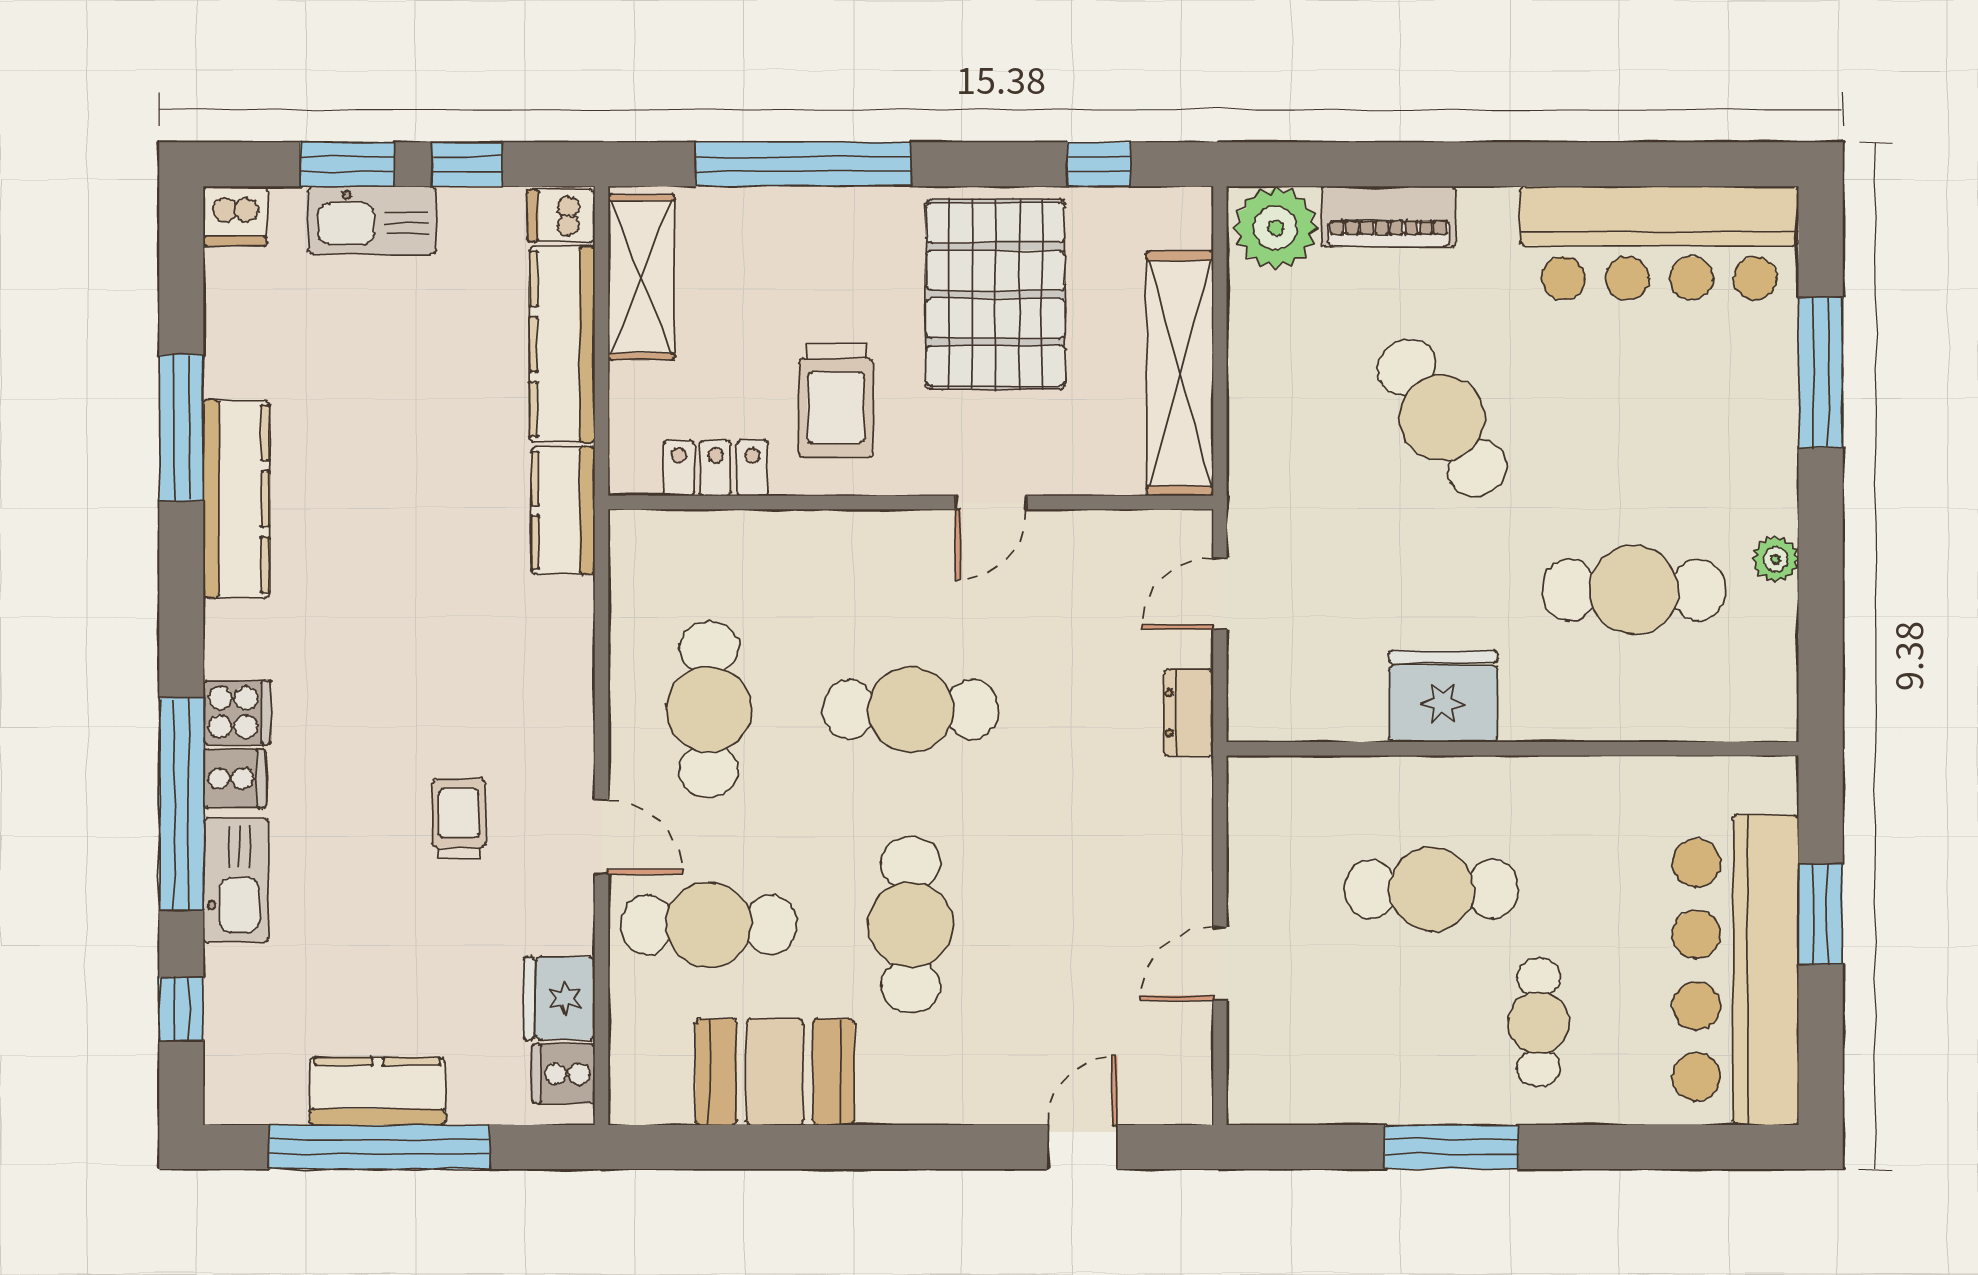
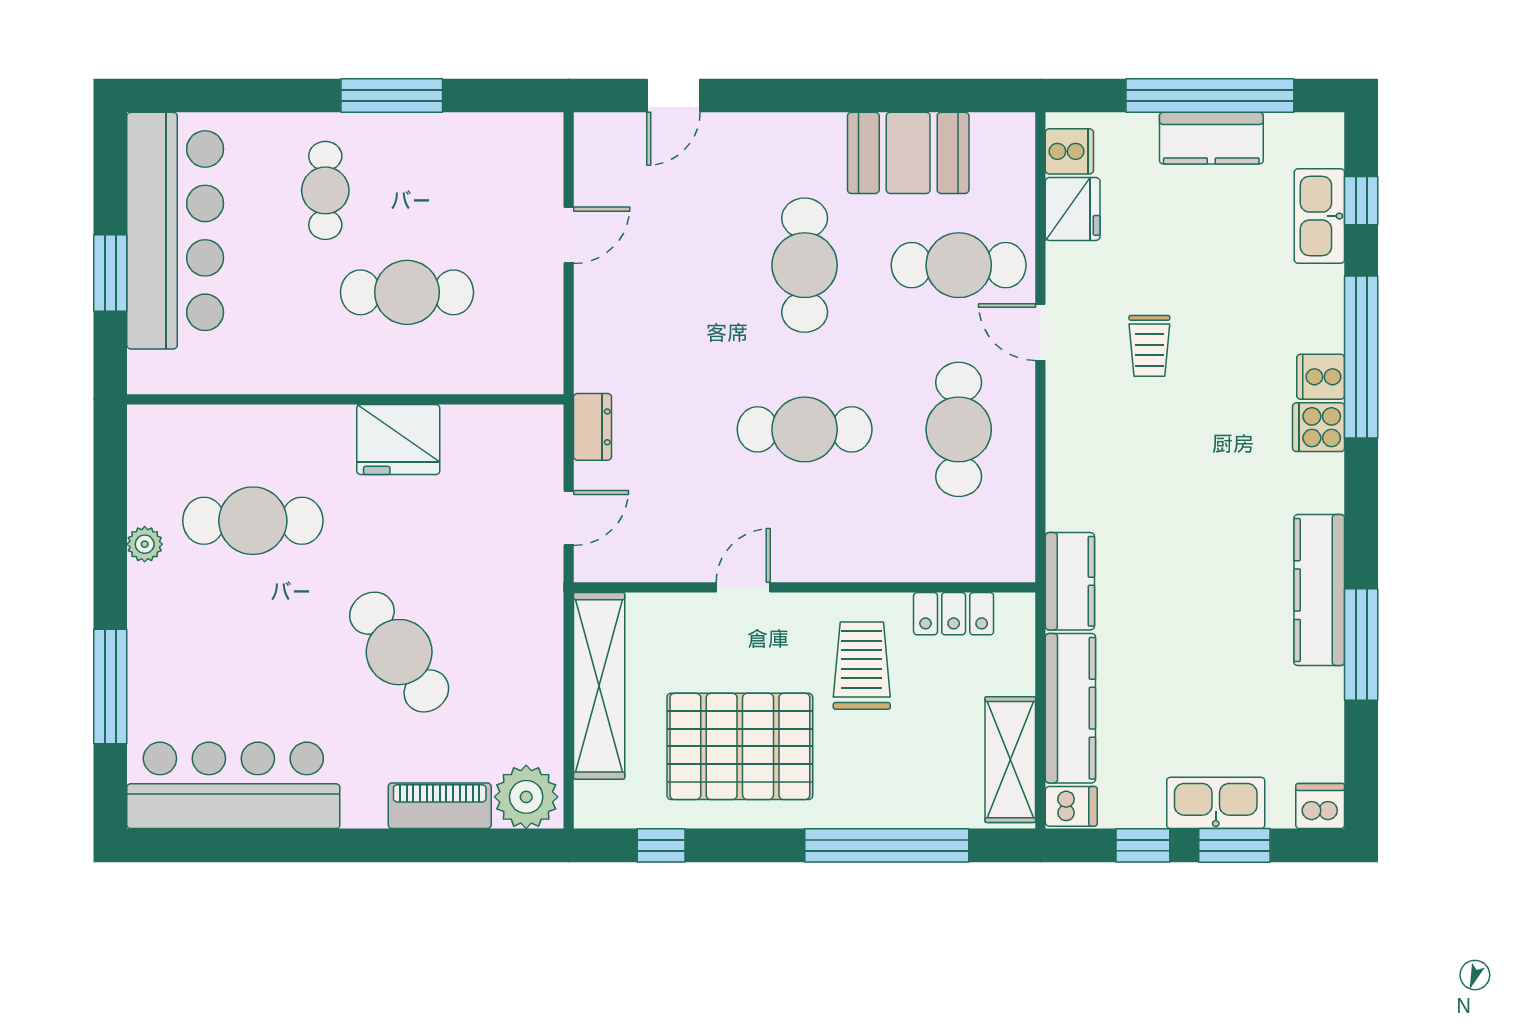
pallet: (996, 294) -> (740, 746), turned 90
kitchen sink: (236, 880) -> (1319, 216), moved

